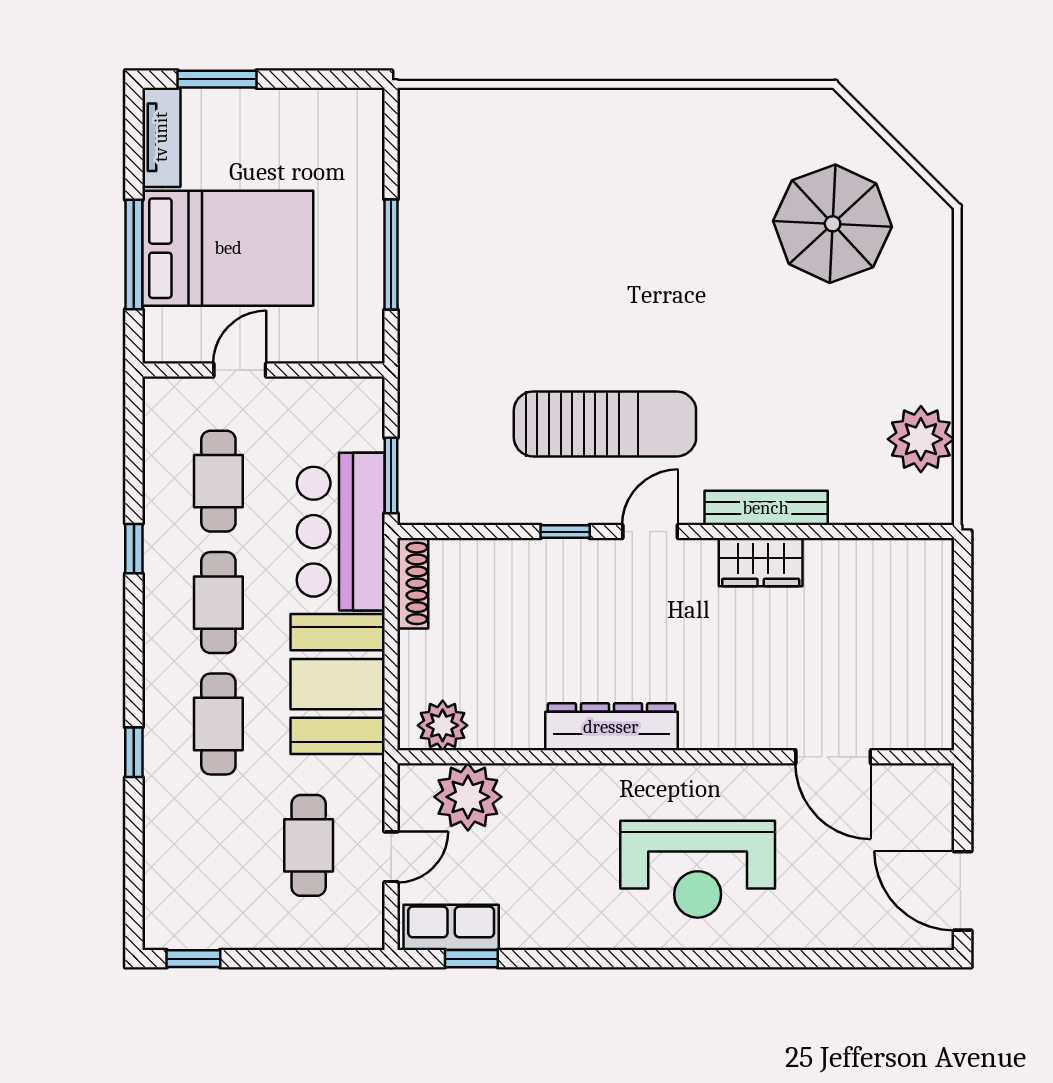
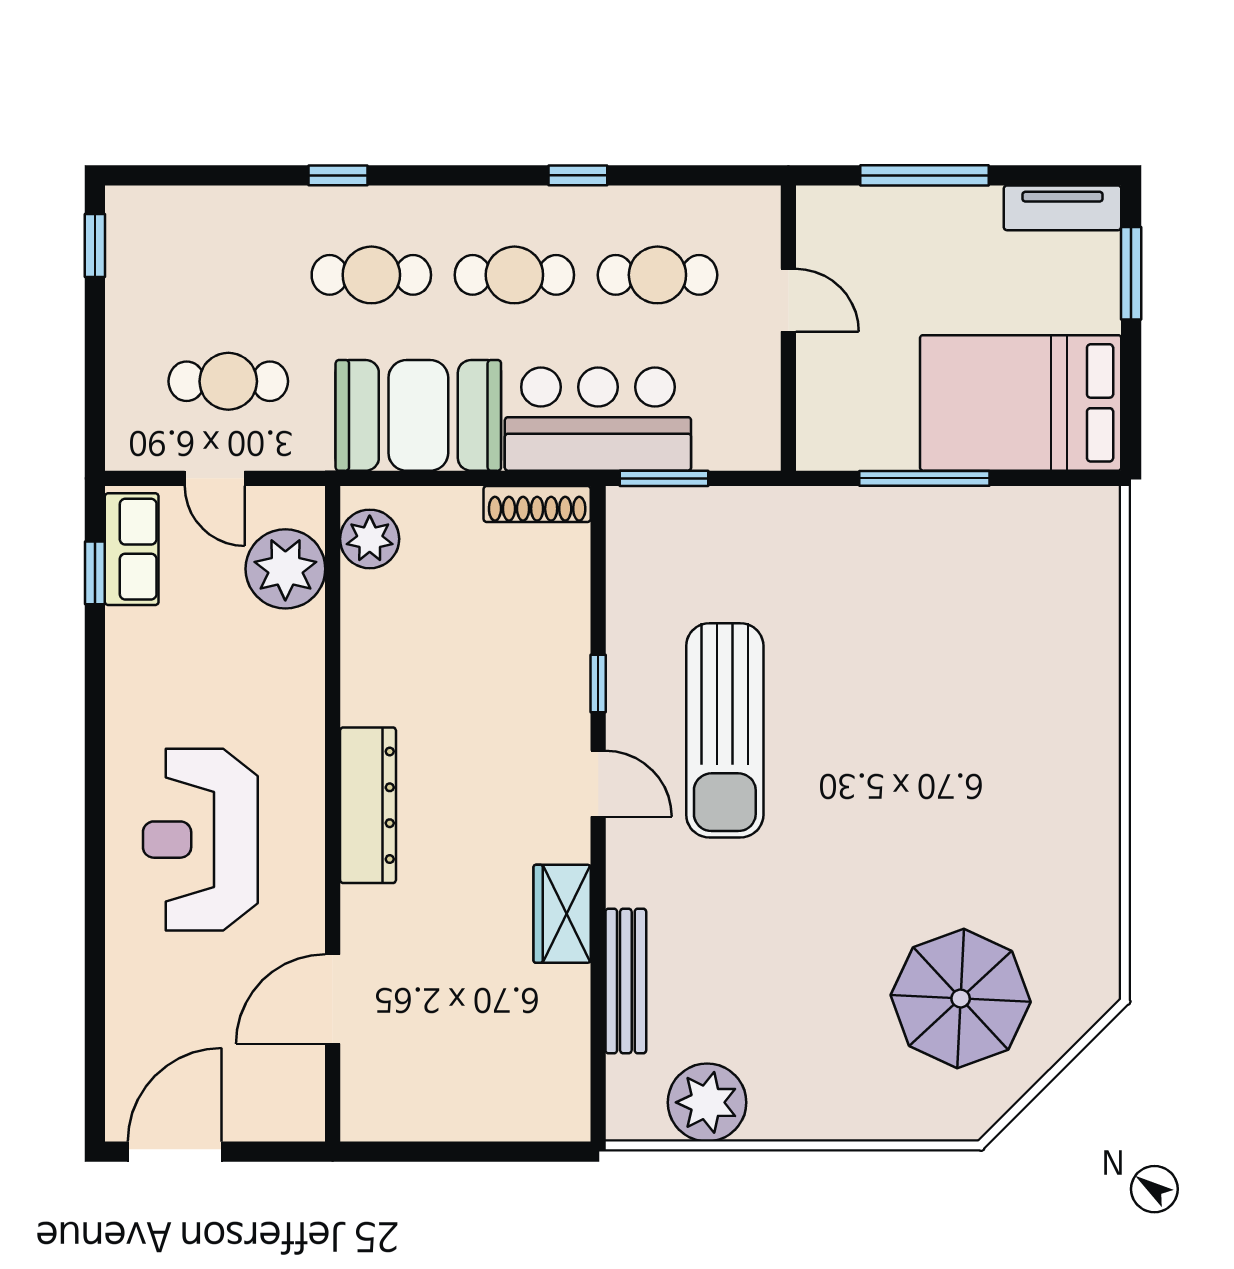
bed: (228, 248) -> (1021, 403), moved, turned 90
bench: (766, 508) -> (626, 981), moved
dresser: (611, 727) -> (368, 805), moved

